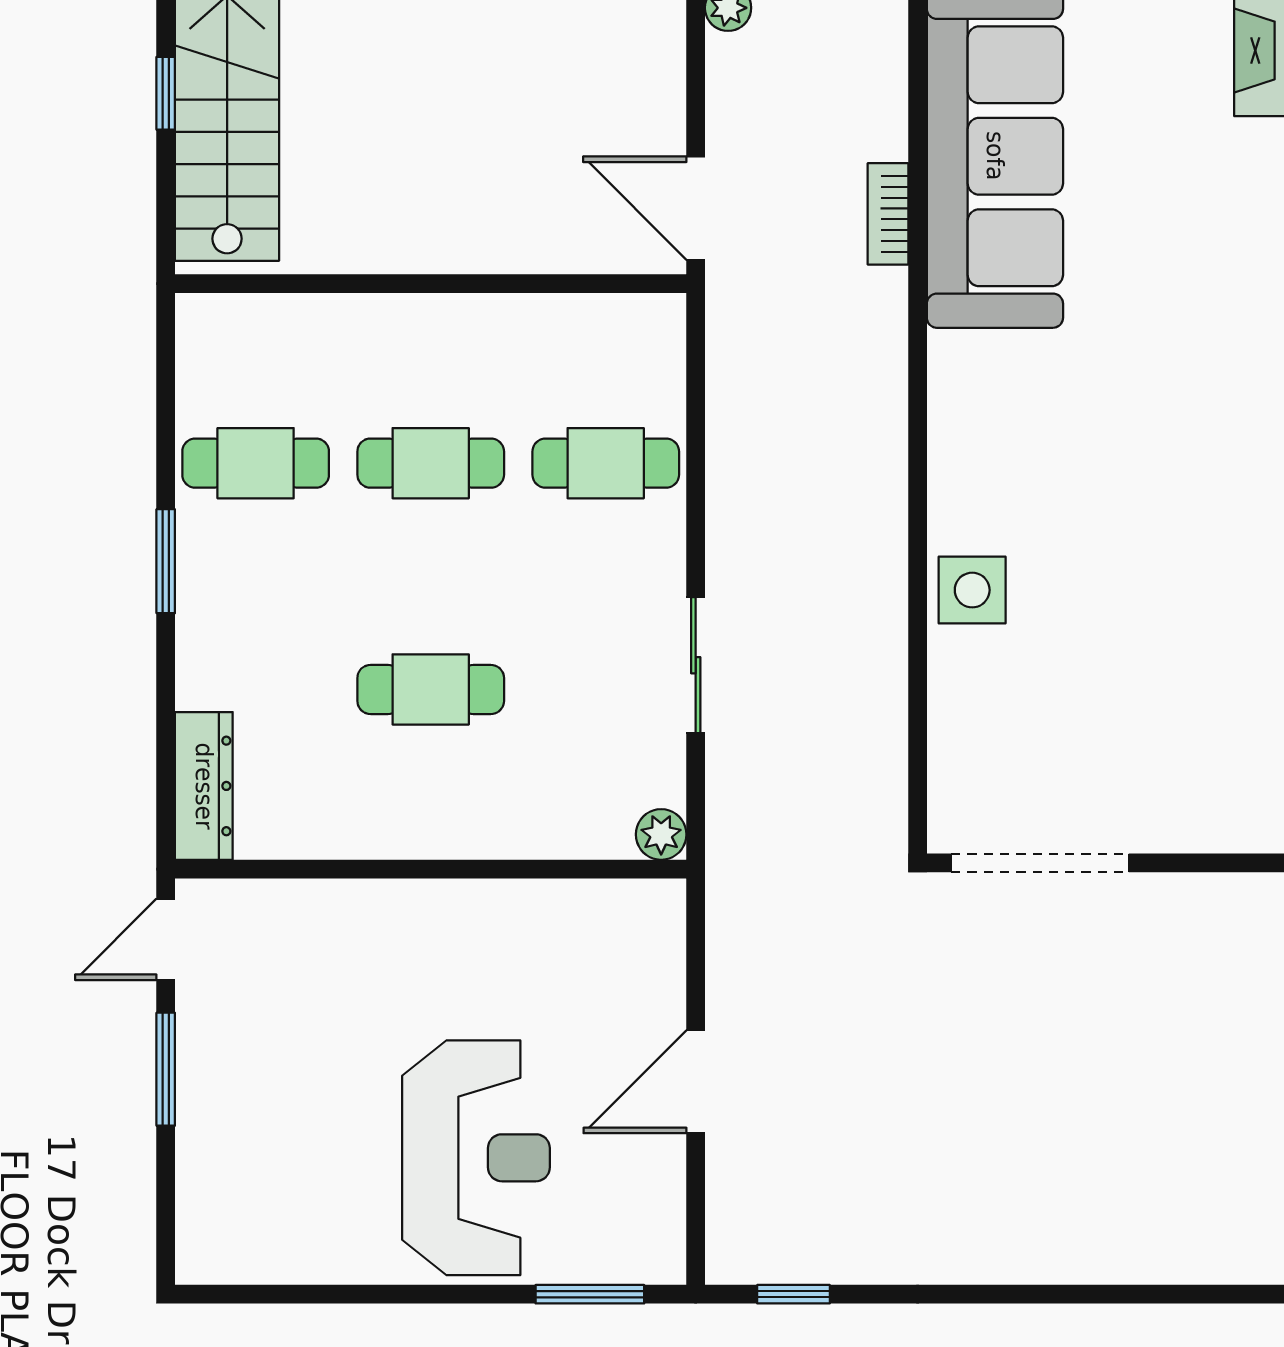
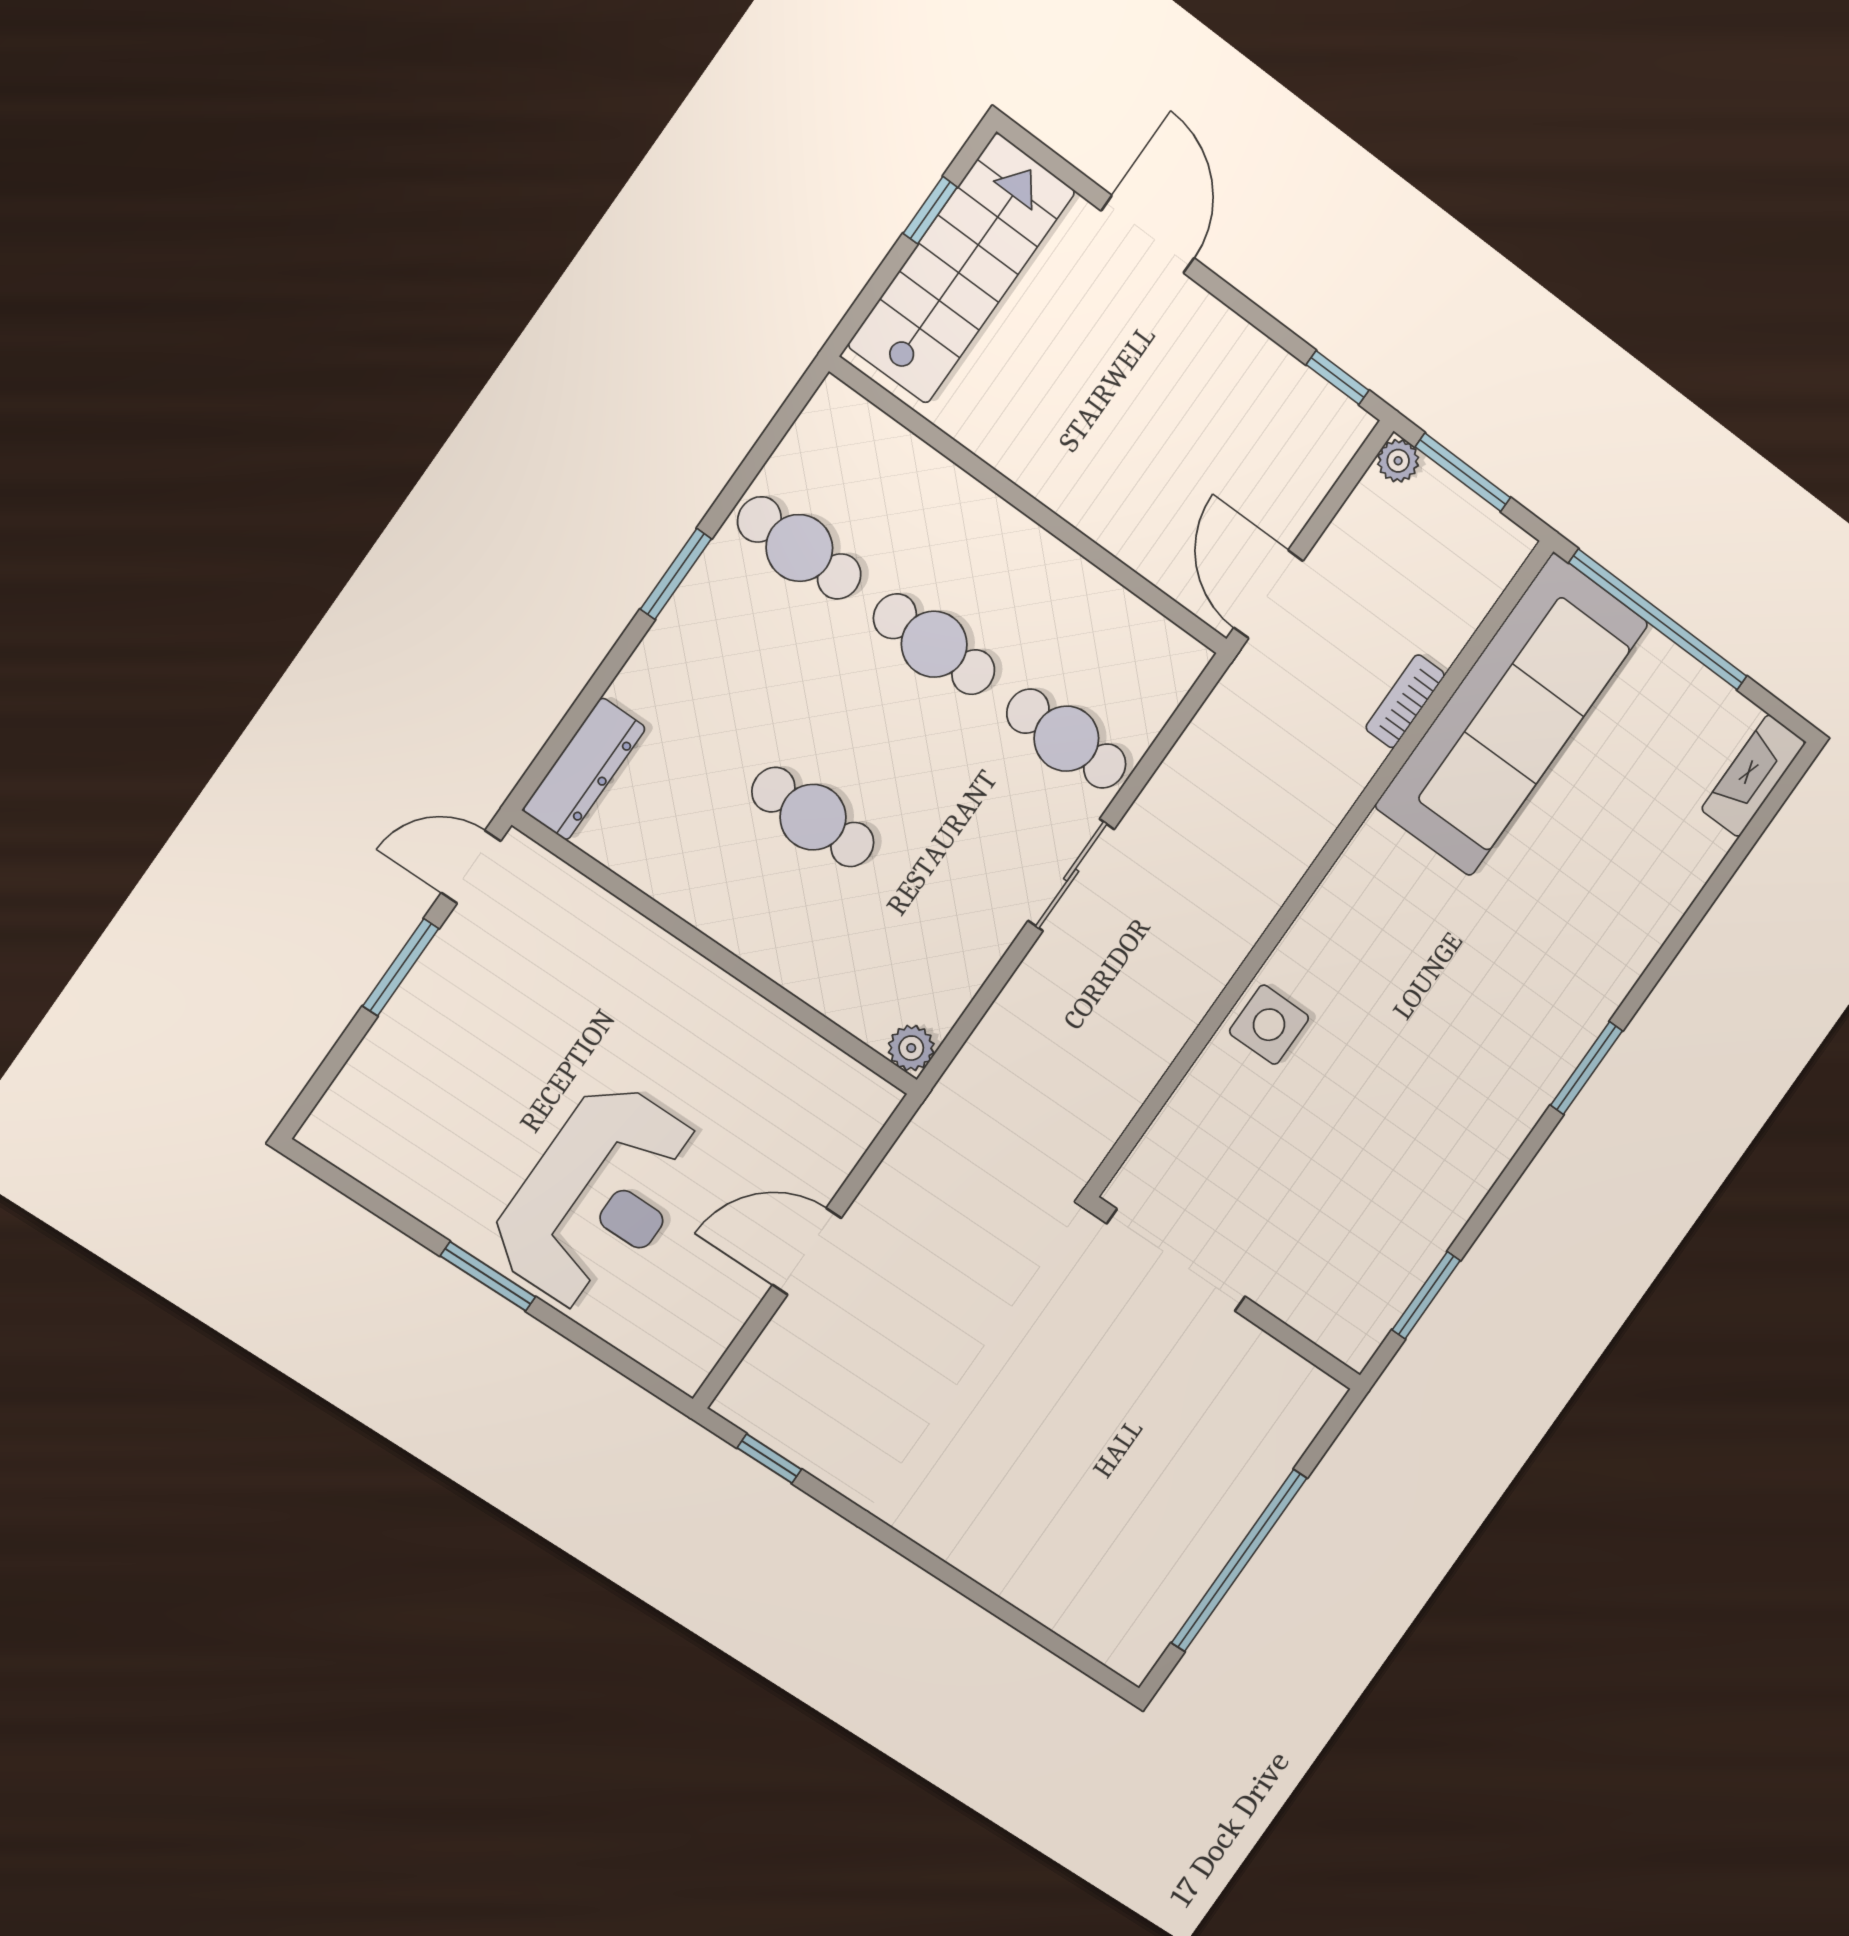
sliding door: (696, 665) -> (1071, 875), moved
window: (590, 1294) -> (488, 1276), moved

